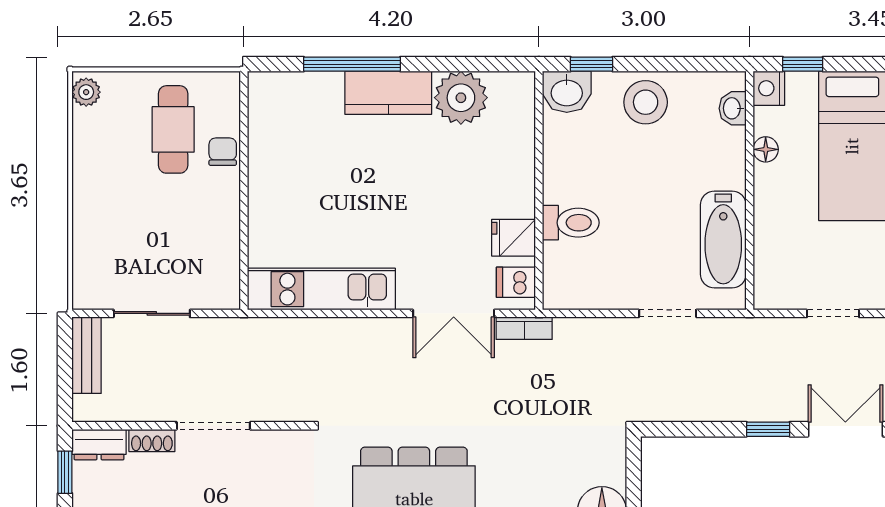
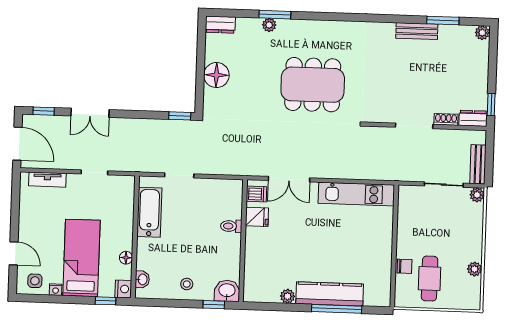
plant: (86, 92) -> (475, 269), moved
kitchen counter: (388, 93) -> (330, 294), width x1.50
plant: (461, 98) -> (288, 296), width x0.53, depth x0.53
stool: (646, 102) -> (187, 284), width x0.53, depth x0.53
chair: (223, 152) -> (405, 266), turned -90
toilet: (571, 223) -> (231, 226), width x0.73, depth x0.72
plant: (86, 296) -> (477, 195), added
double door: (454, 313) -> (289, 179), swing flipped
bookcase: (524, 328) -> (253, 170), removed
window: (768, 429) -> (180, 116), moved

